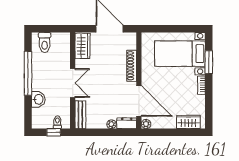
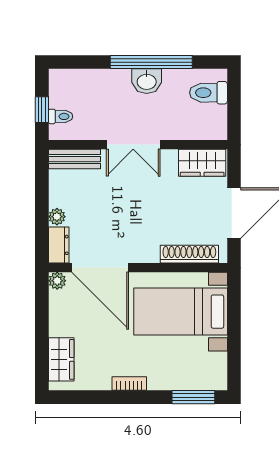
bed with nightstands: (180, 54) -> (181, 312), moved, turned -90
window: (209, 62) -> (193, 397), moved
shoe rack: (132, 66) -> (189, 254), moved
washbasin: (38, 99) -> (147, 81), moved
door: (139, 101) -> (100, 268), hinge flipped

